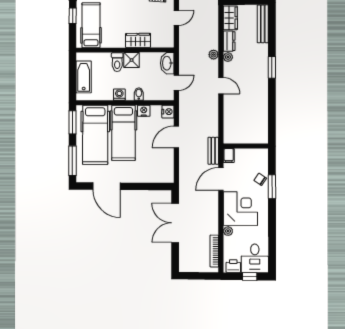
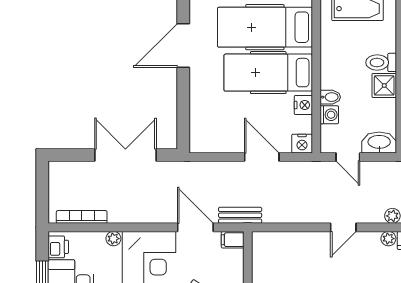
washing machine: (119, 95) -> (329, 115), moved

